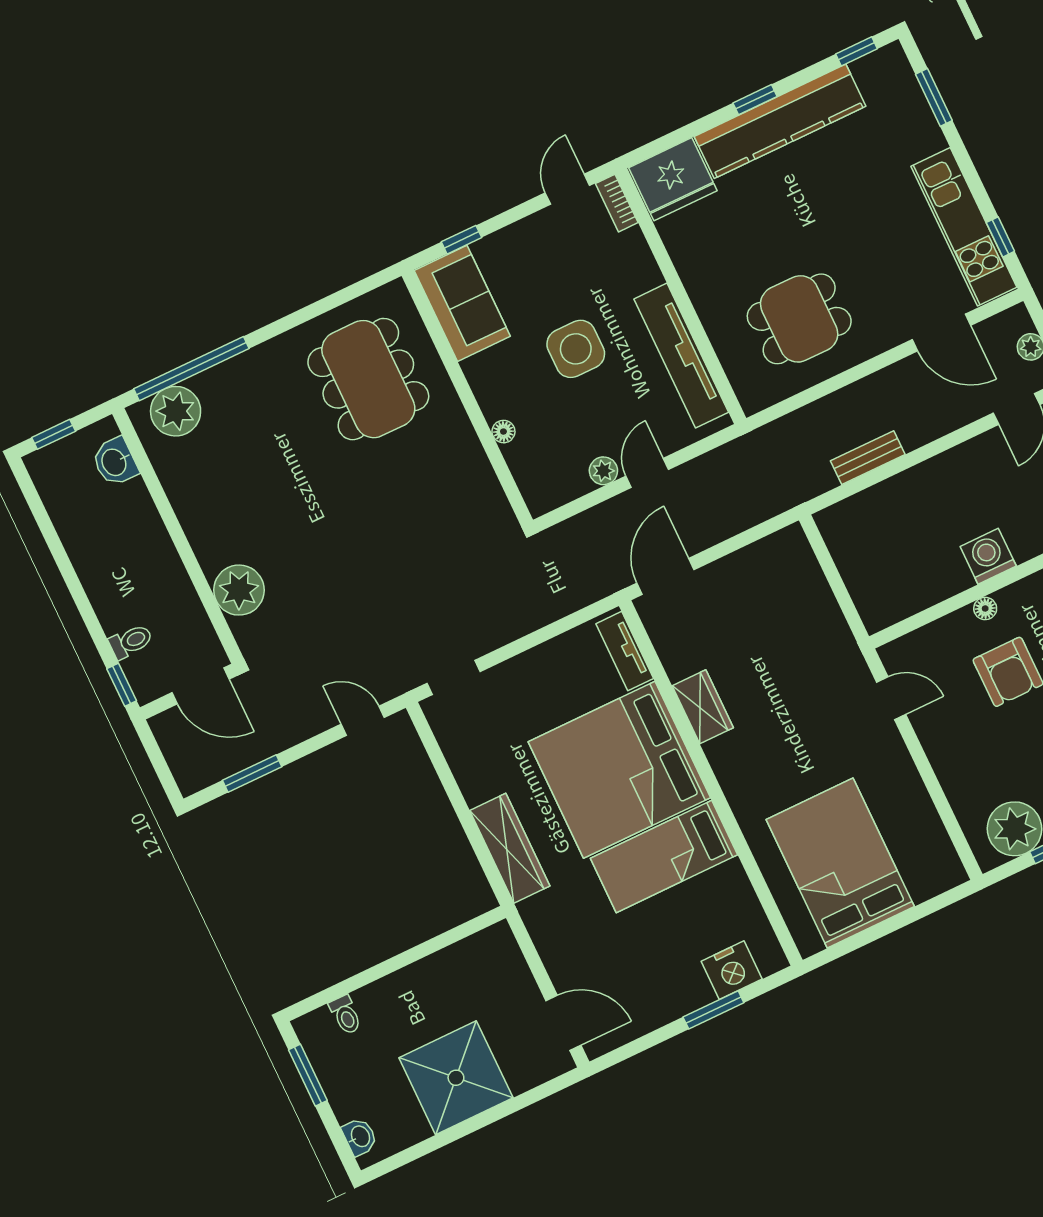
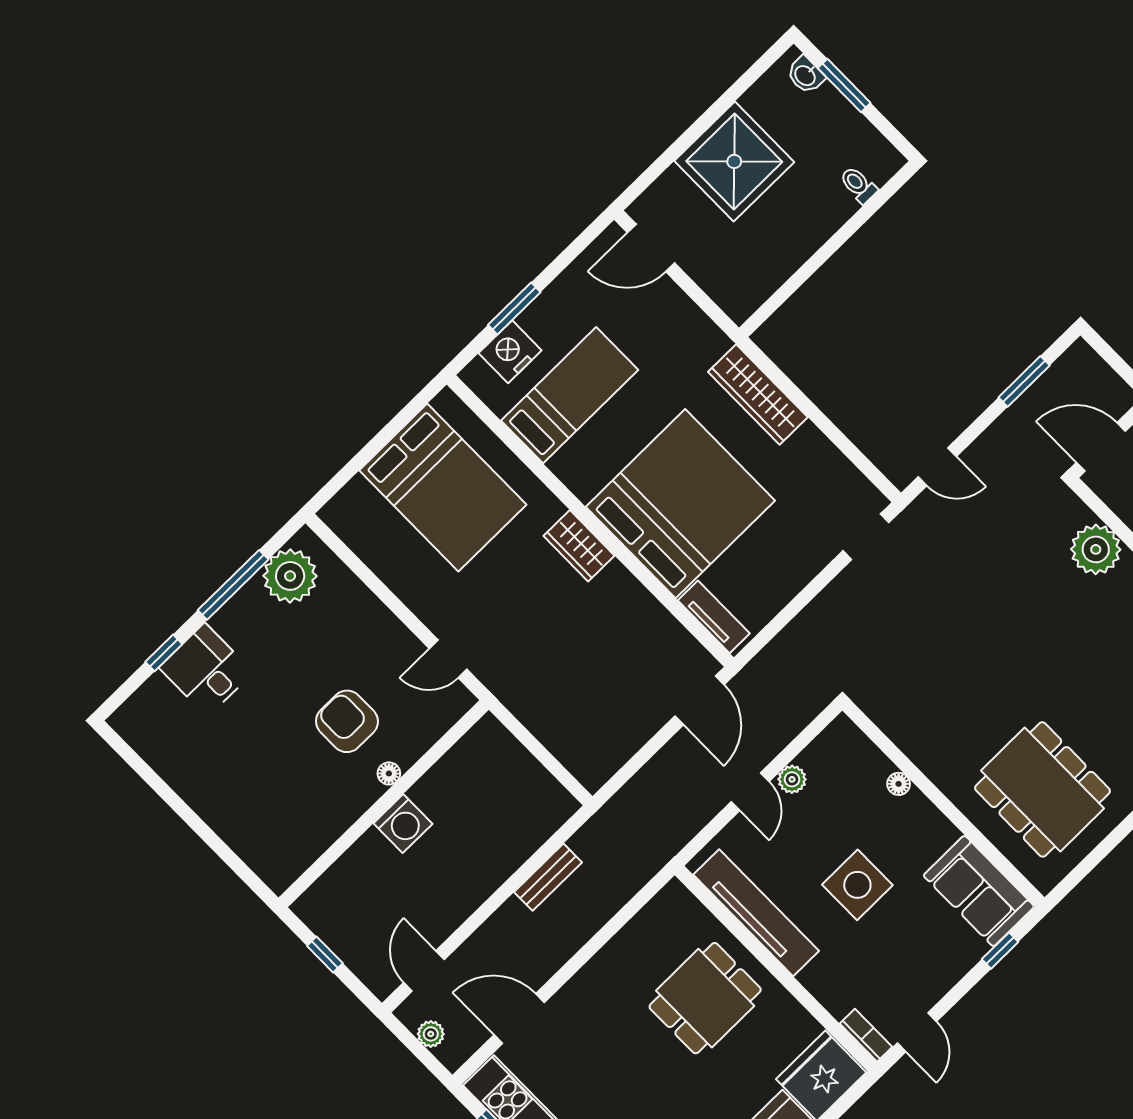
dining table: (799, 319) -> (705, 998), moved
wardrobe: (703, 707) -> (579, 546), moved
bed: (664, 856) -> (570, 395), moved
window: (308, 1075) -> (844, 85), moved

